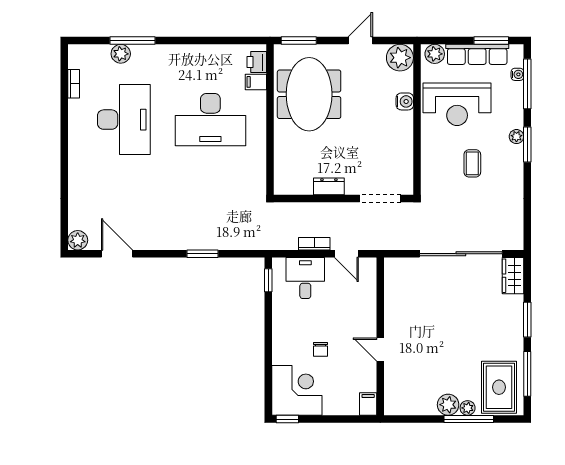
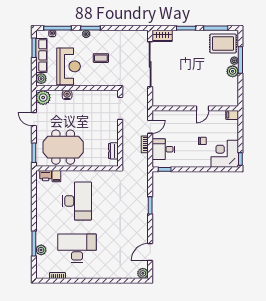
dresser: (329, 186) -> (113, 151), moved

